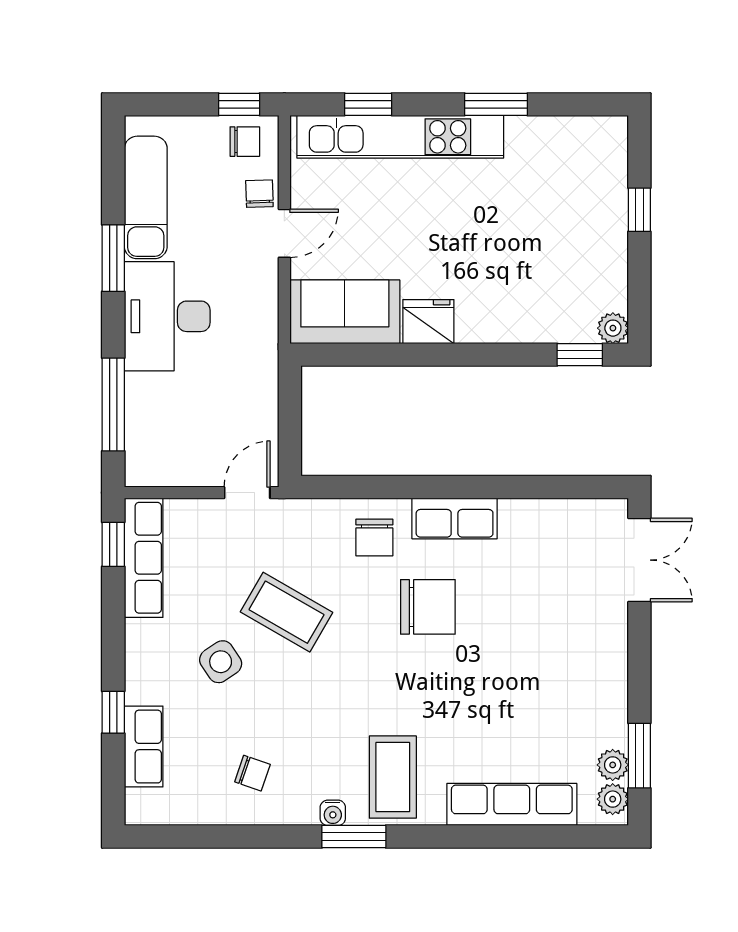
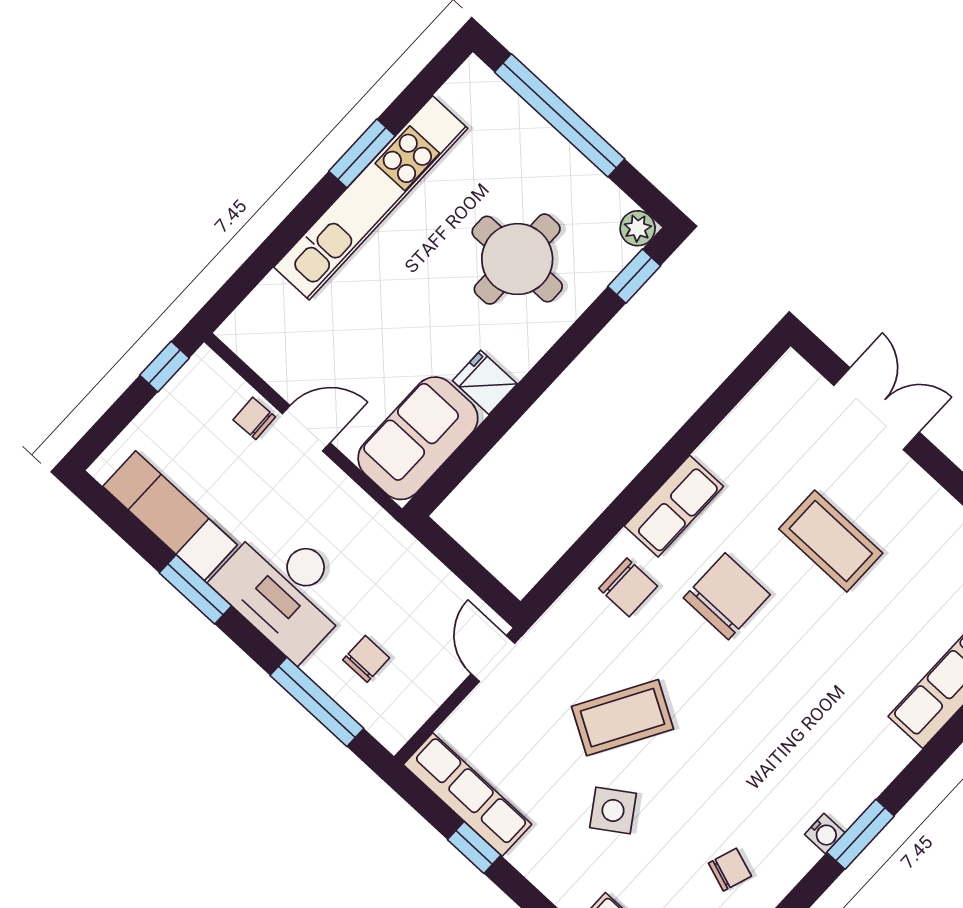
window: (368, 104) -> (264, 260), removed
kitchen unit: (400, 137) -> (371, 198), moved
chair: (245, 142) -> (366, 659), moved
window: (639, 210) -> (560, 115), width x3.17
door: (284, 233) -> (306, 428), hinge flipped
round table: (521, 268) -> (517, 259), added
fridge: (428, 322) -> (485, 382), width x0.72
window: (113, 544) -> (474, 847), moved
double door: (639, 560) -> (877, 409), moved
coffee table: (393, 777) -> (831, 541), moved

